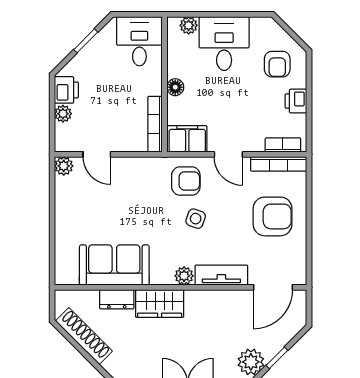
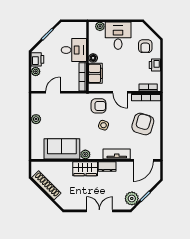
desk: (139, 41) -> (74, 50), moved, turned 90
filing cabinet: (187, 139) -> (95, 73), moved, turned 90
door: (97, 154) -> (53, 92), swing flipped
plant: (64, 166) -> (36, 119), moved
armchair: (273, 216) -> (143, 124), turned -73
plant: (184, 276) -> (85, 154), moved
dresser: (117, 299) -> (107, 166), moved

